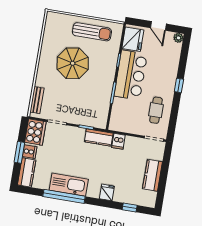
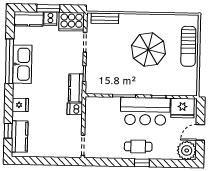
sun lounger: (92, 32) -> (188, 46), moved
plant: (178, 38) -> (187, 150), width x1.87, depth x1.87
cafe table: (156, 110) -> (138, 147), moved
kitchen counter: (152, 175) -> (20, 136), moved, turned 90

